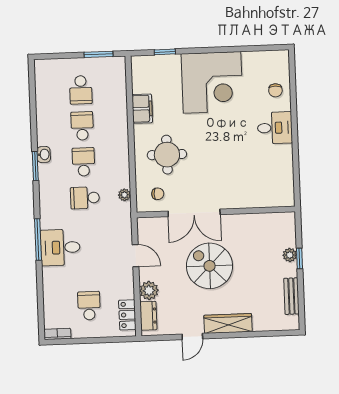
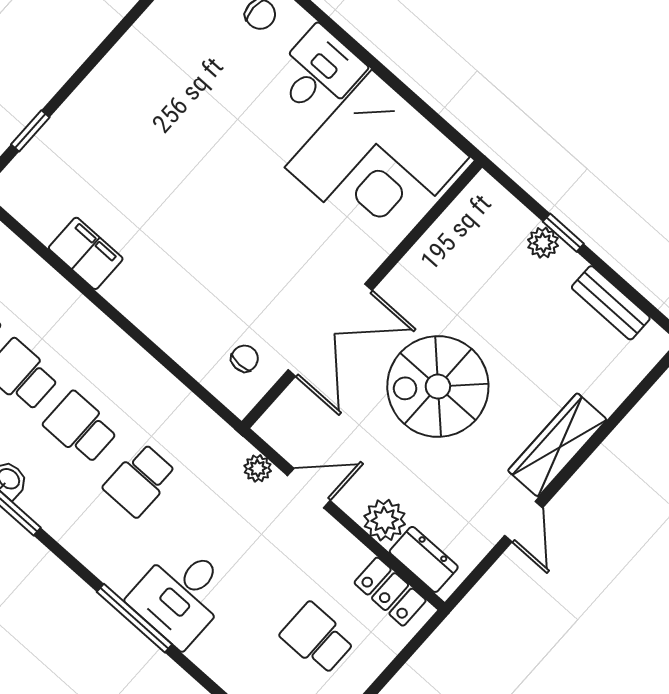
corner desk: (212, 82) -> (377, 162), moved, turned 90
round table: (167, 155) -> (196, 284), removed
plant: (124, 195) -> (258, 468), moved

